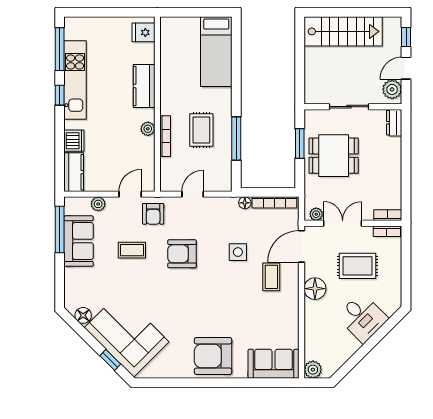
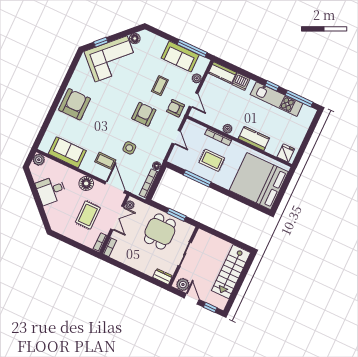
bed: (216, 52) -> (259, 181), width x2.04
desk: (362, 318) -> (51, 190), moved
sofa: (274, 364) -> (67, 152), moved, turned -90

